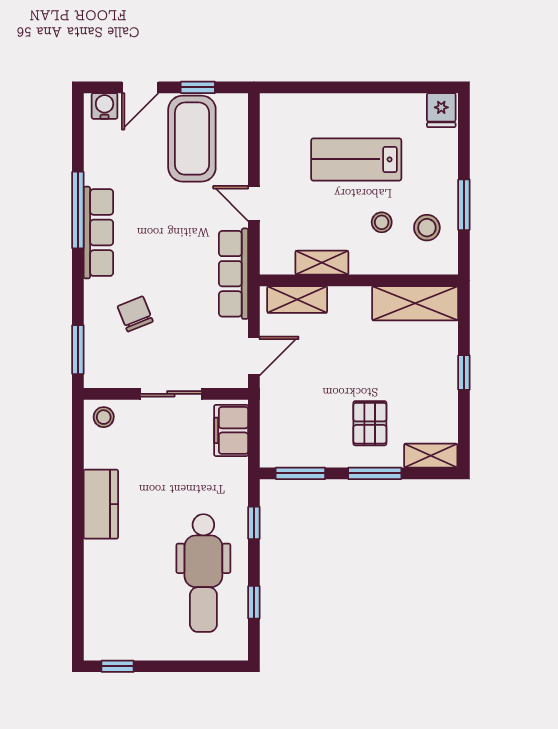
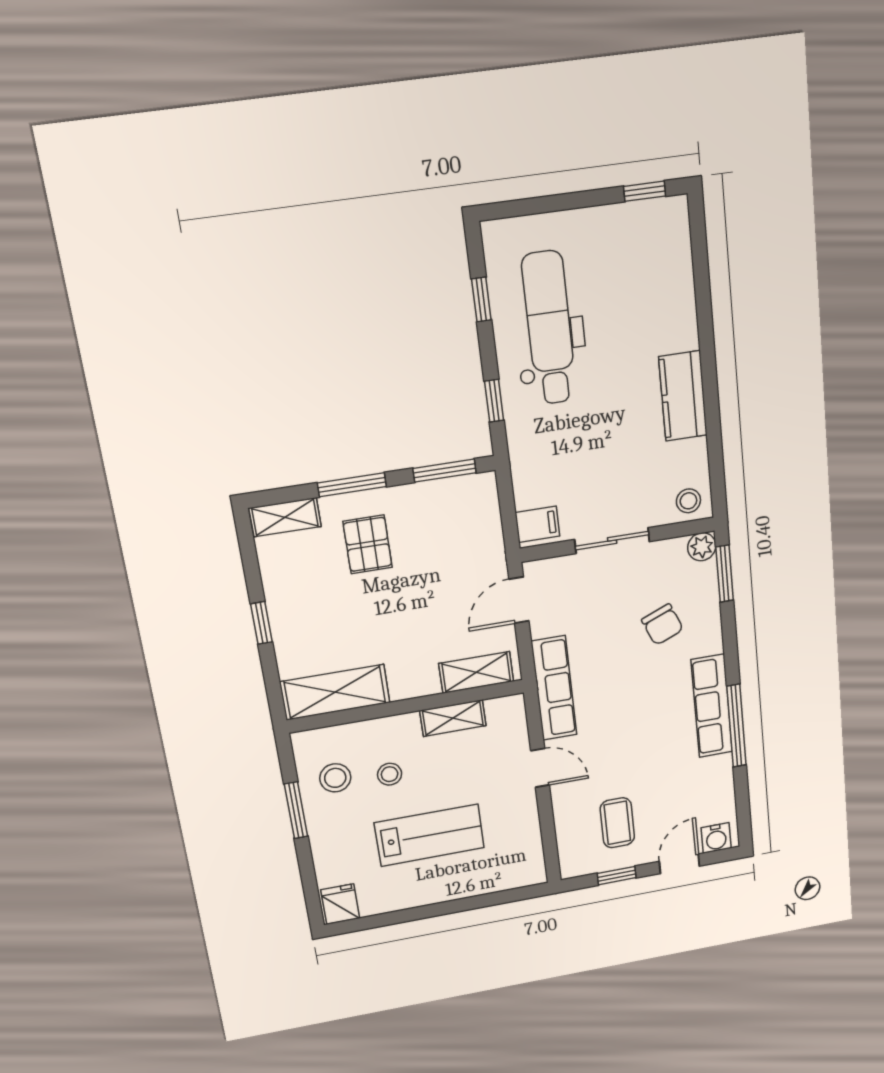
coffee table: (192, 139) -> (617, 823), width x0.54, depth x0.58
plant: (96, 376) -> (702, 547), added
filing cabinet: (231, 430) -> (537, 524), width x0.50

